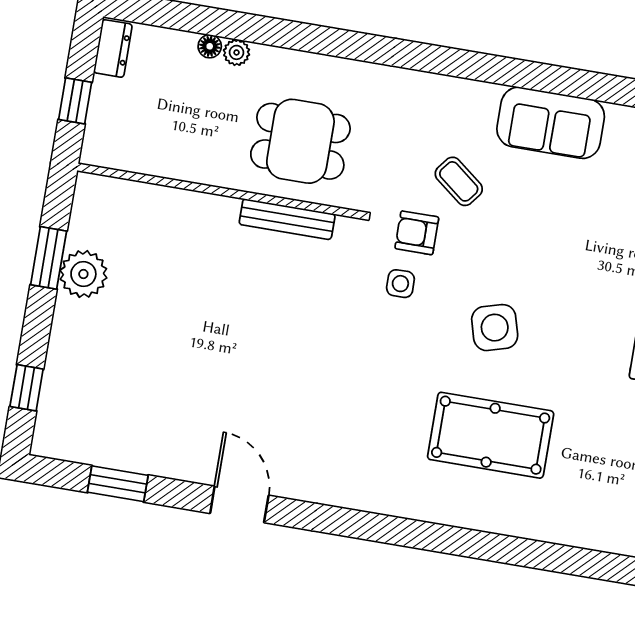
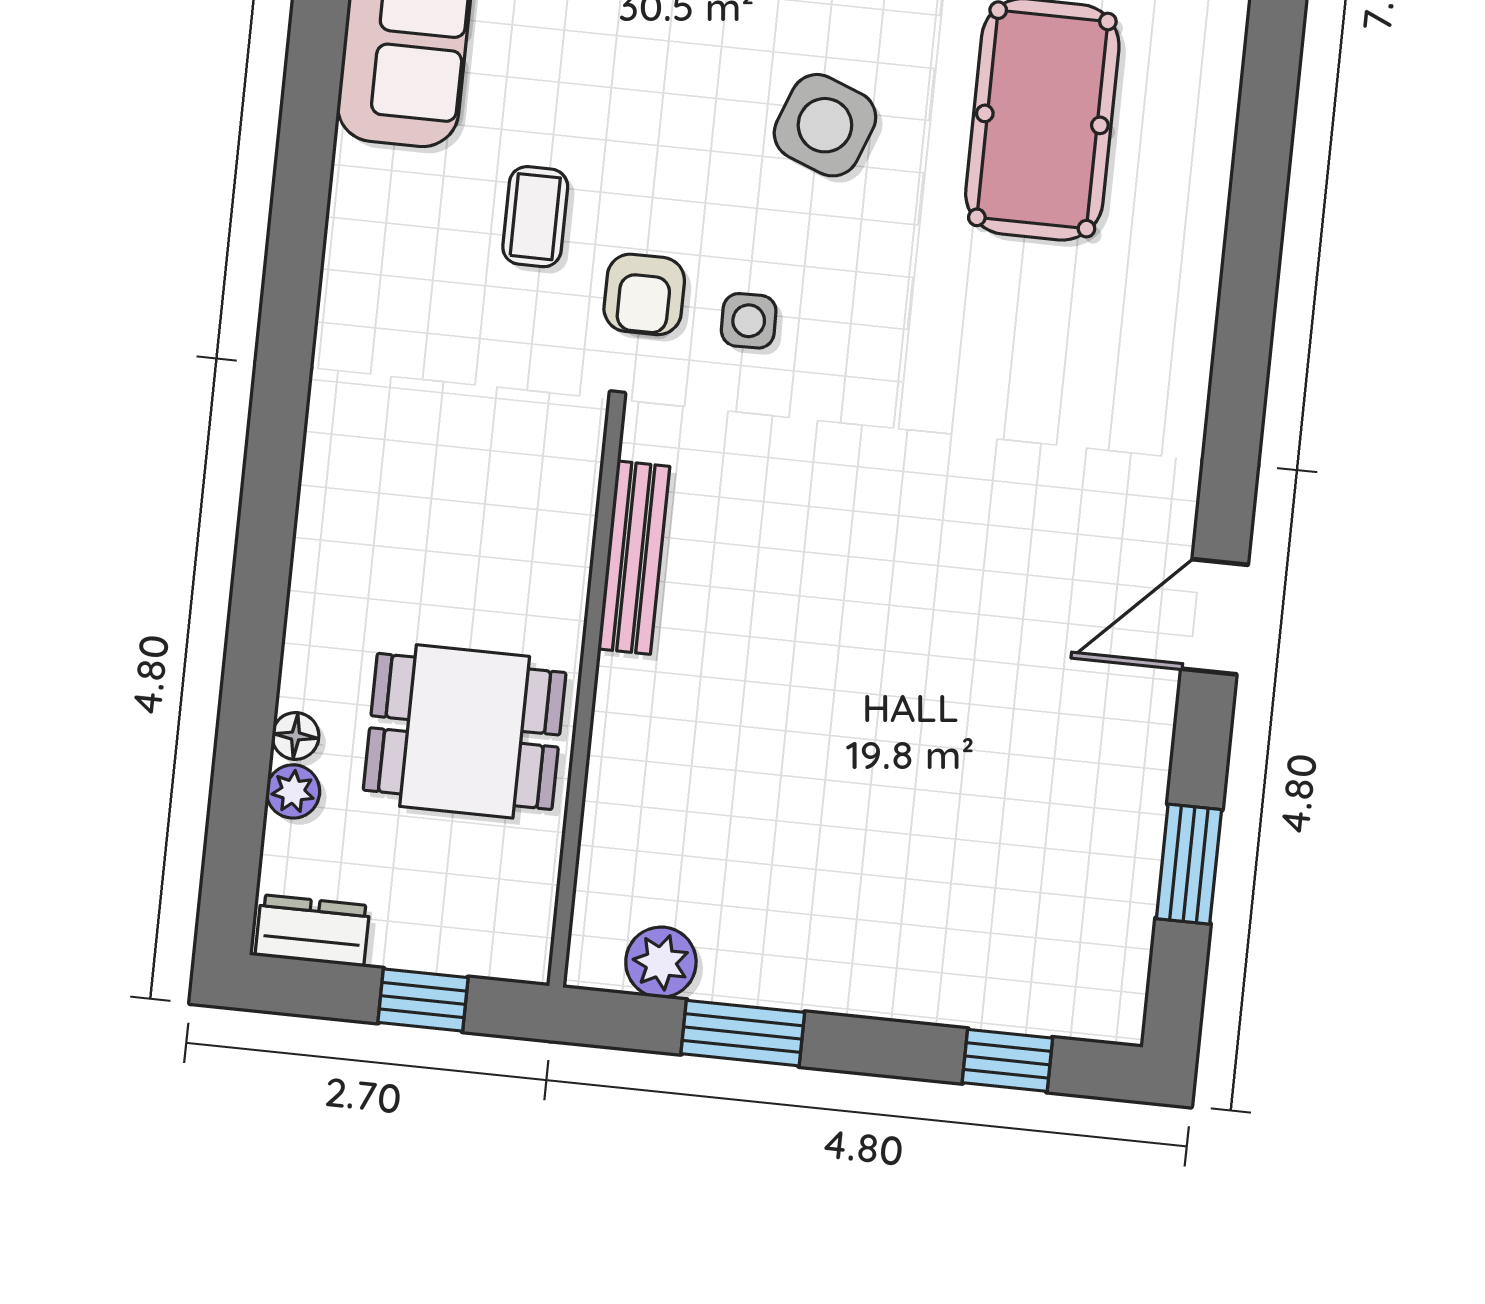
plant: (237, 52) -> (293, 791), moved
dining table: (300, 141) -> (465, 731), moved, turned 90
coffee table: (459, 181) -> (535, 217), turned -38
plant: (83, 274) -> (661, 962), moved, width x0.73, depth x0.73
side table: (495, 328) -> (825, 125), turned 37

